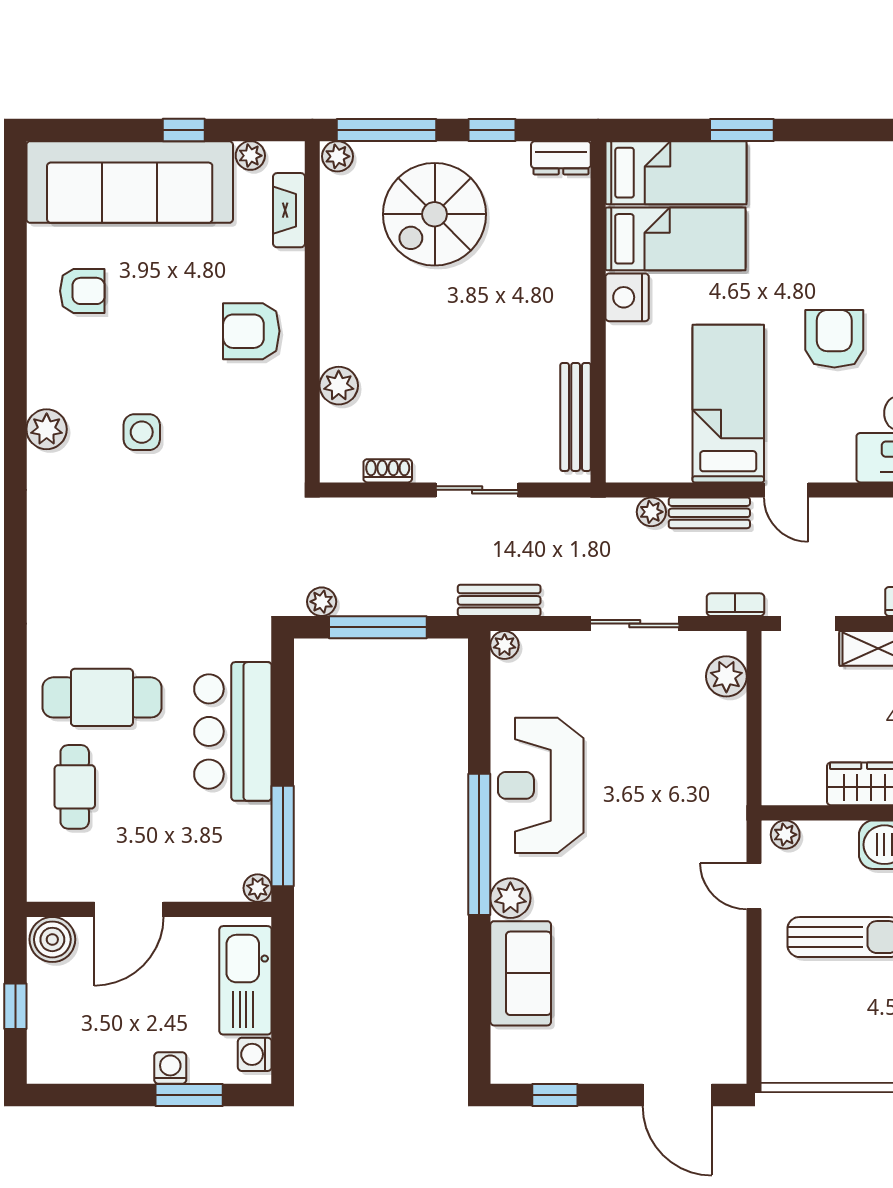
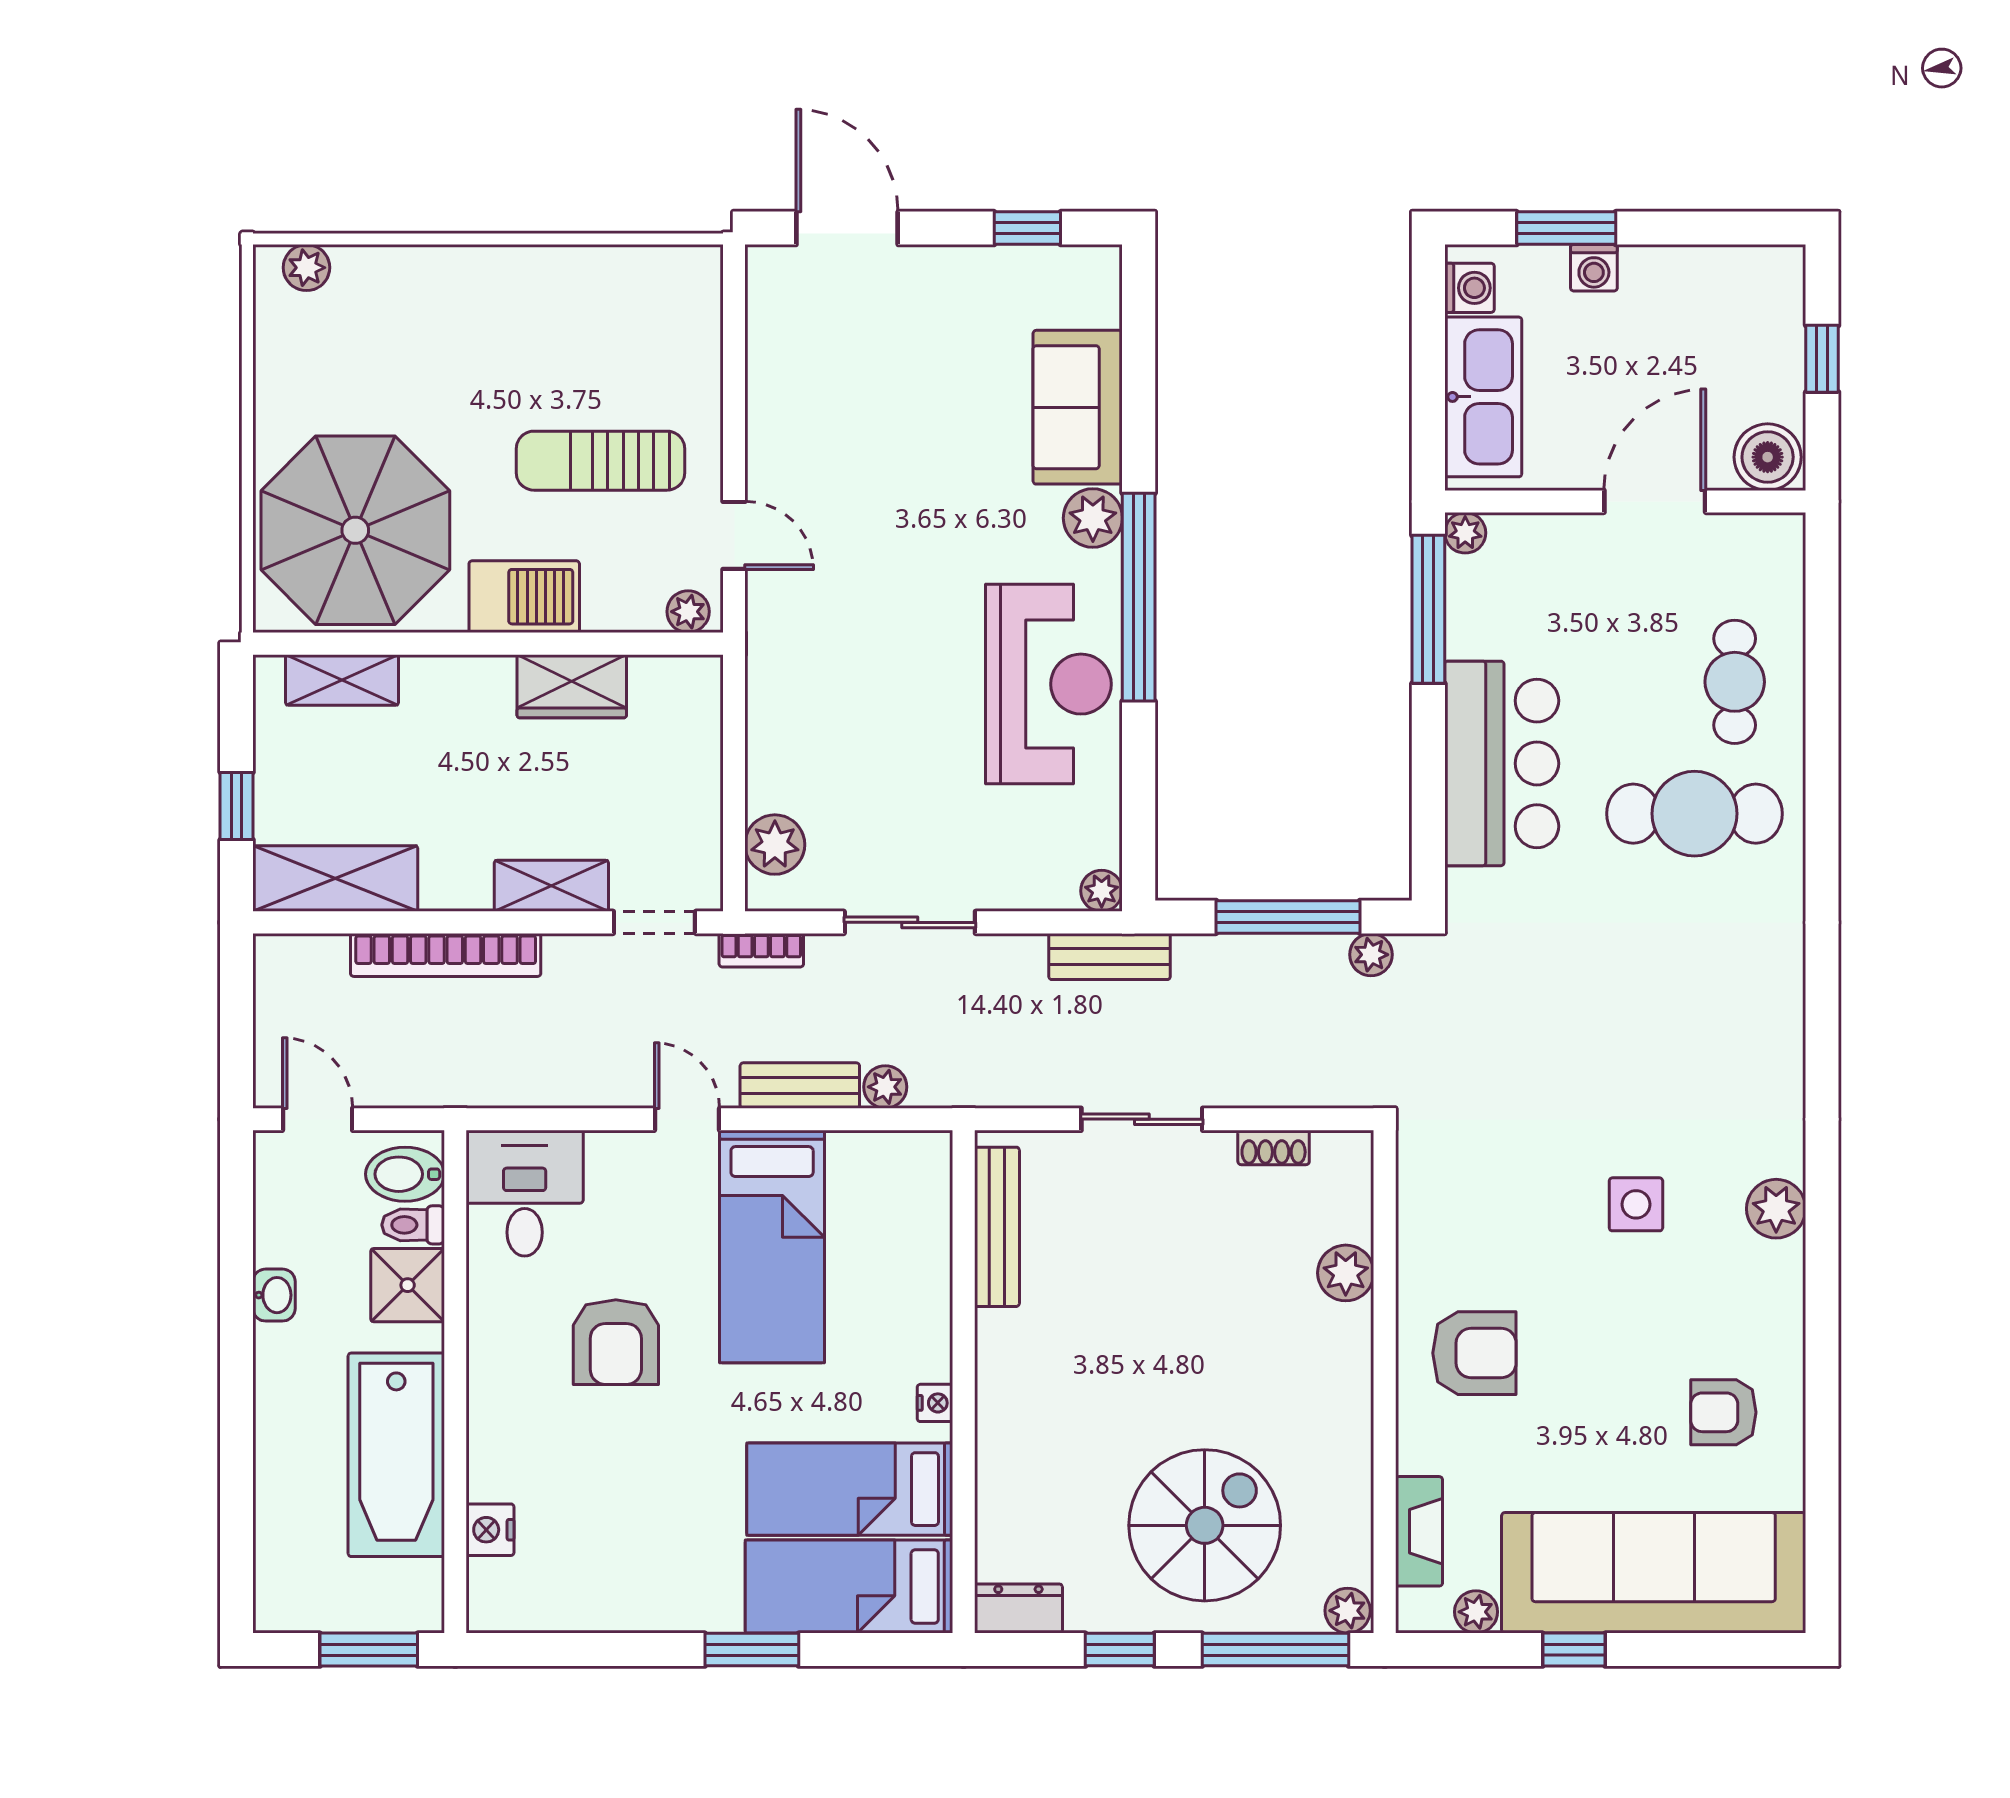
nightstand: (627, 297) -> (935, 1403), width x0.53, depth x0.56

